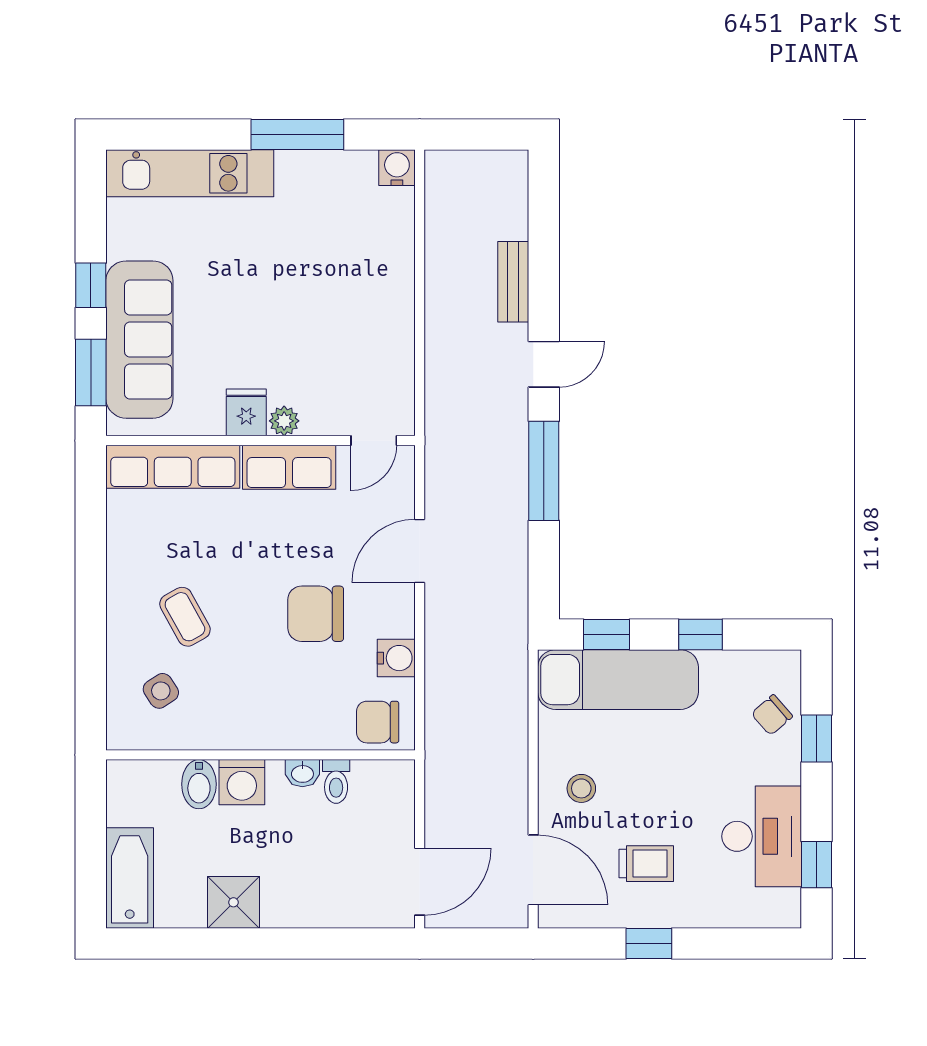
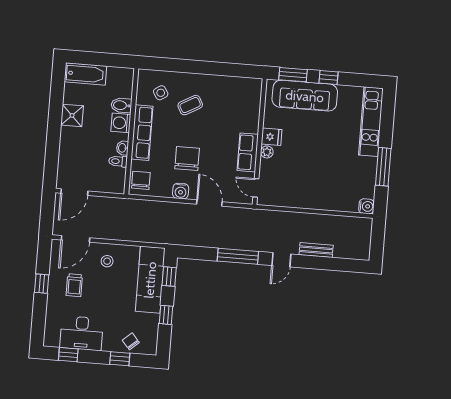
door: (544, 364) -> (281, 260), hinge flipped
row of seats: (173, 467) -> (142, 133), moved, turned 180
water cooler: (396, 658) -> (181, 191), moved
door: (420, 882) -> (74, 192), hinge flipped

